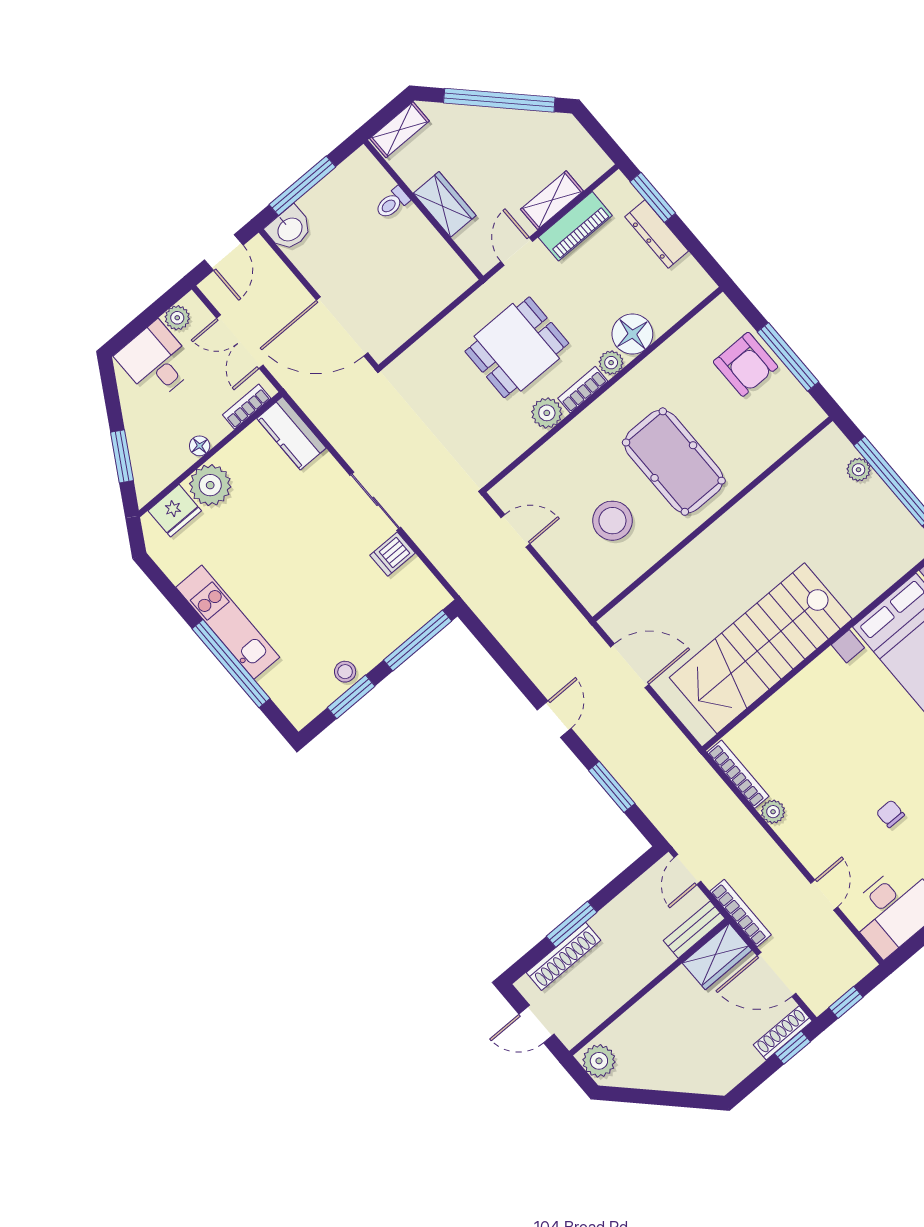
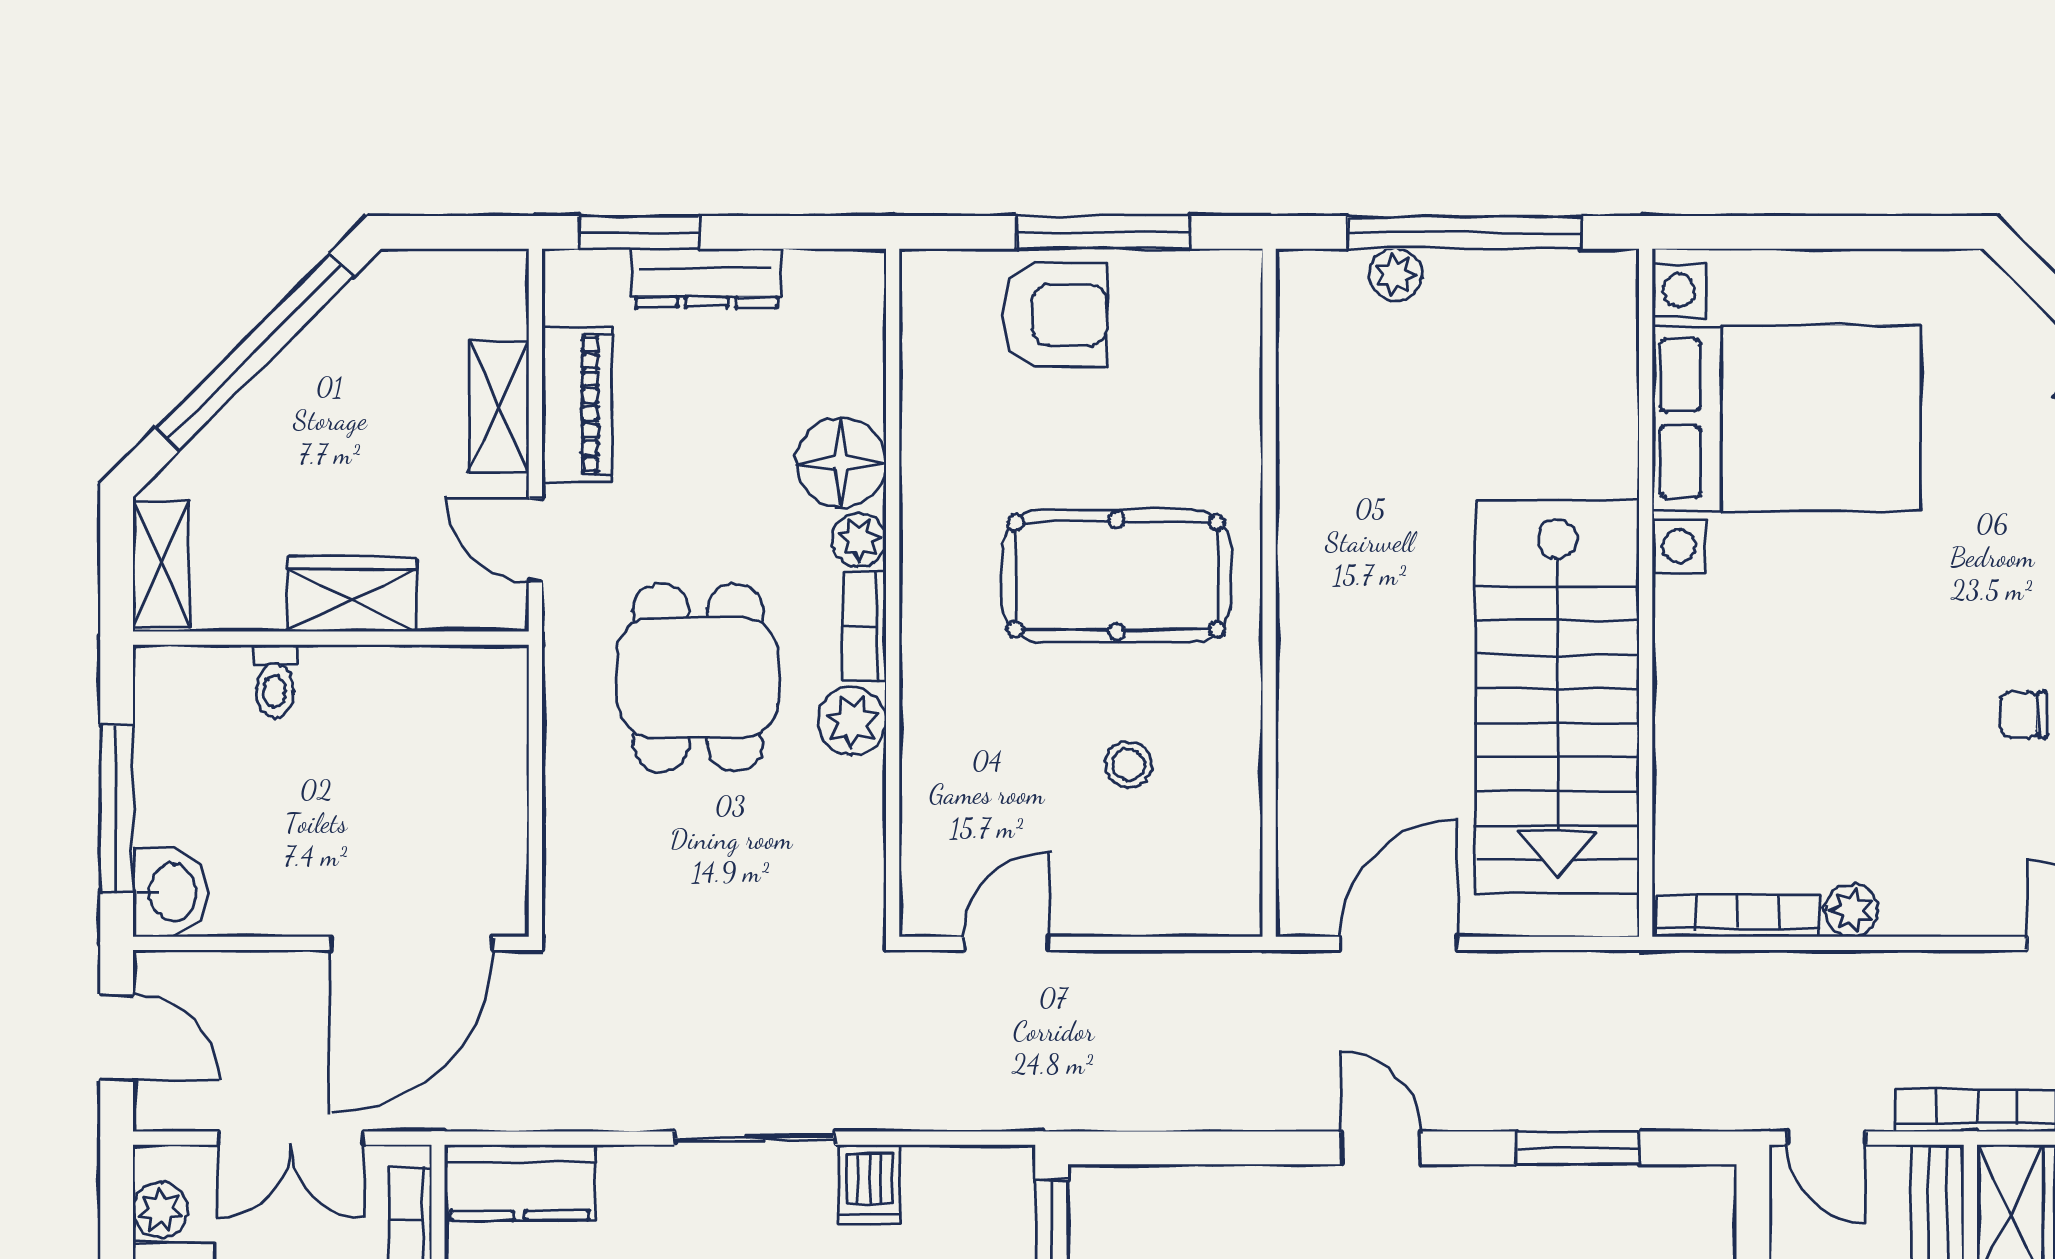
stool: (612, 521) -> (1128, 764), width x0.53, depth x0.53

